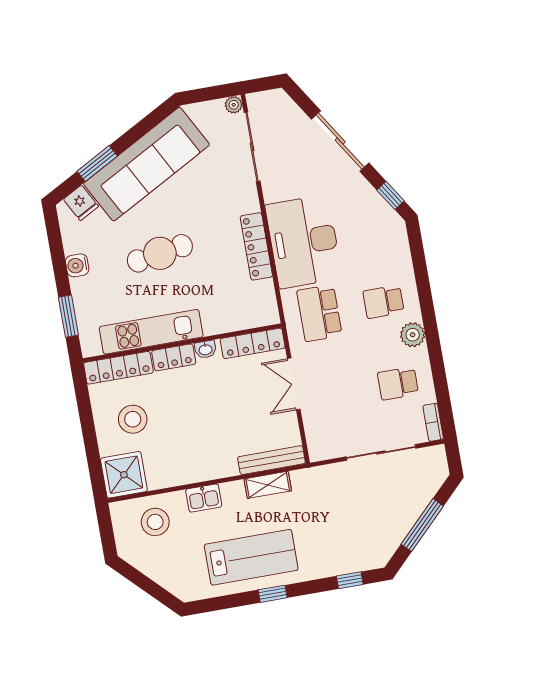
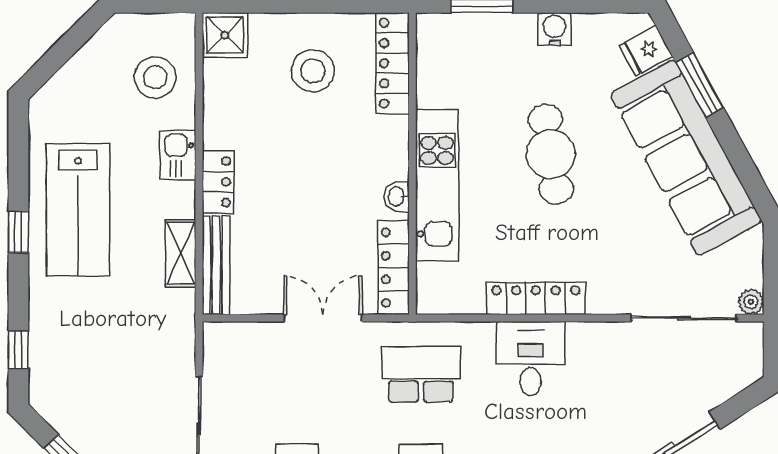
desk: (304, 242) -> (531, 358), width x0.53, depth x0.77
kitchen unit: (151, 332) -> (437, 185), moved
locker: (174, 357) -> (218, 182), moved, turned 180
shower: (124, 475) -> (225, 35), width x0.73, depth x0.73

